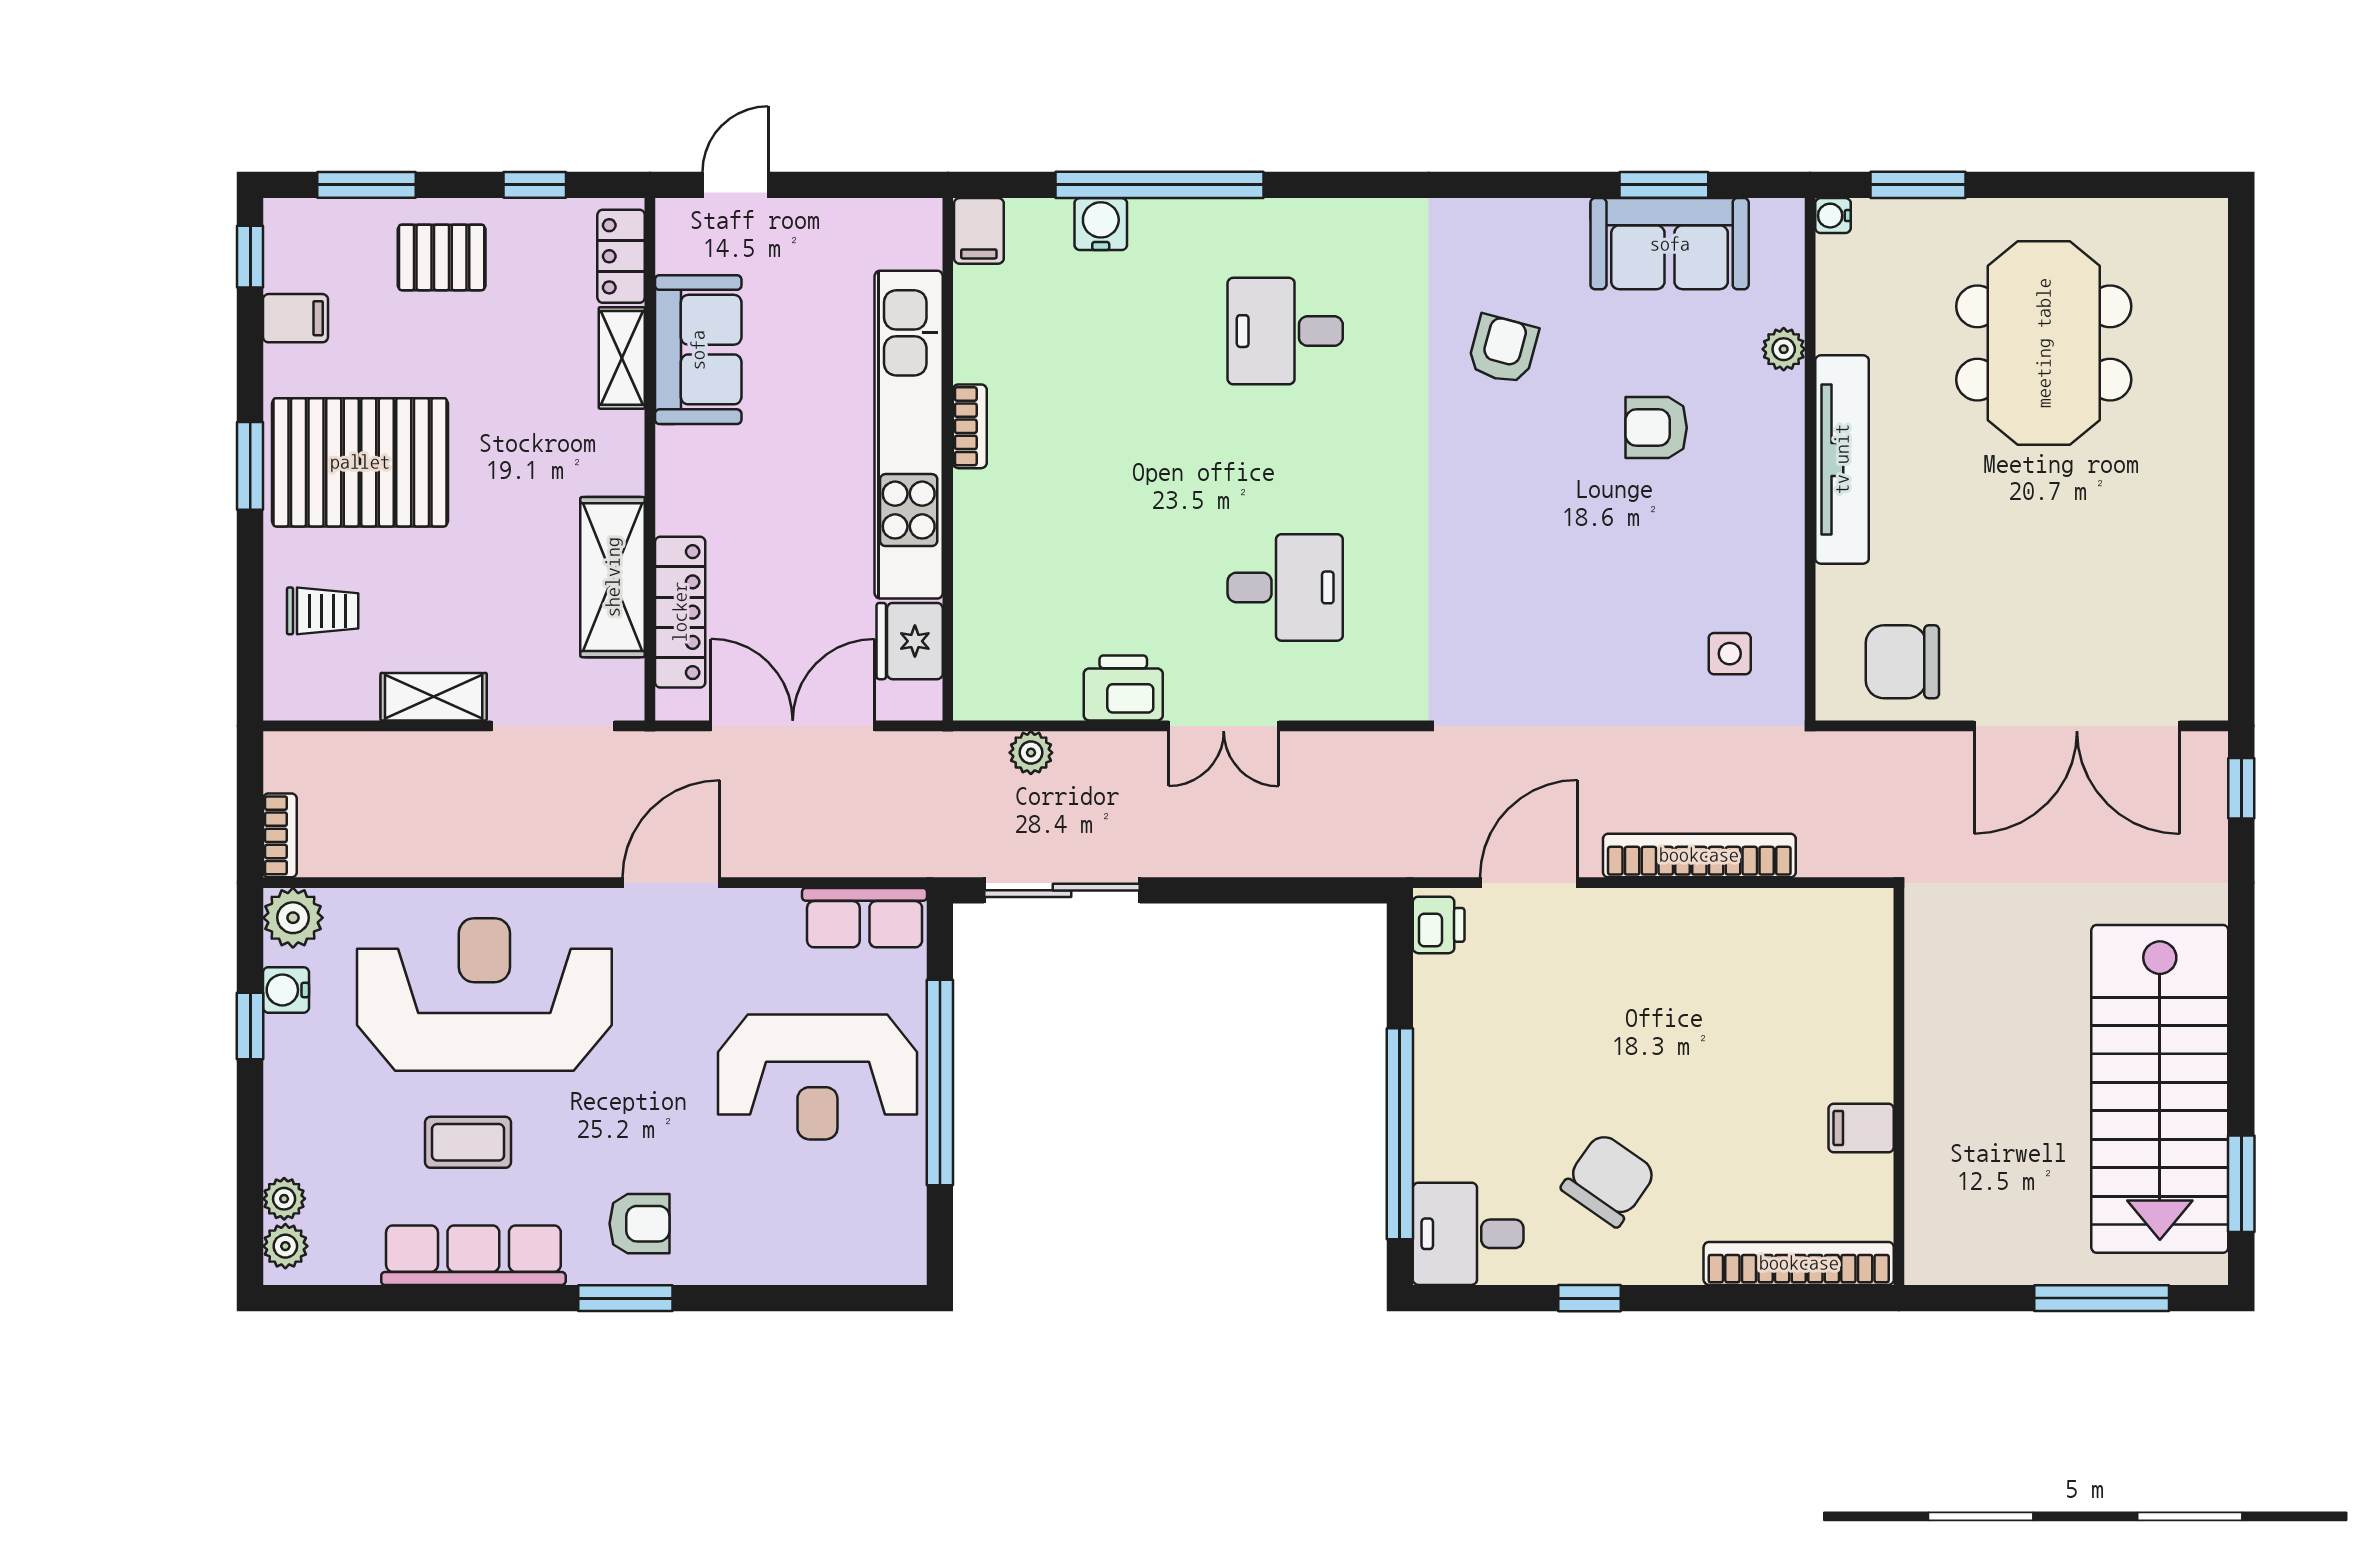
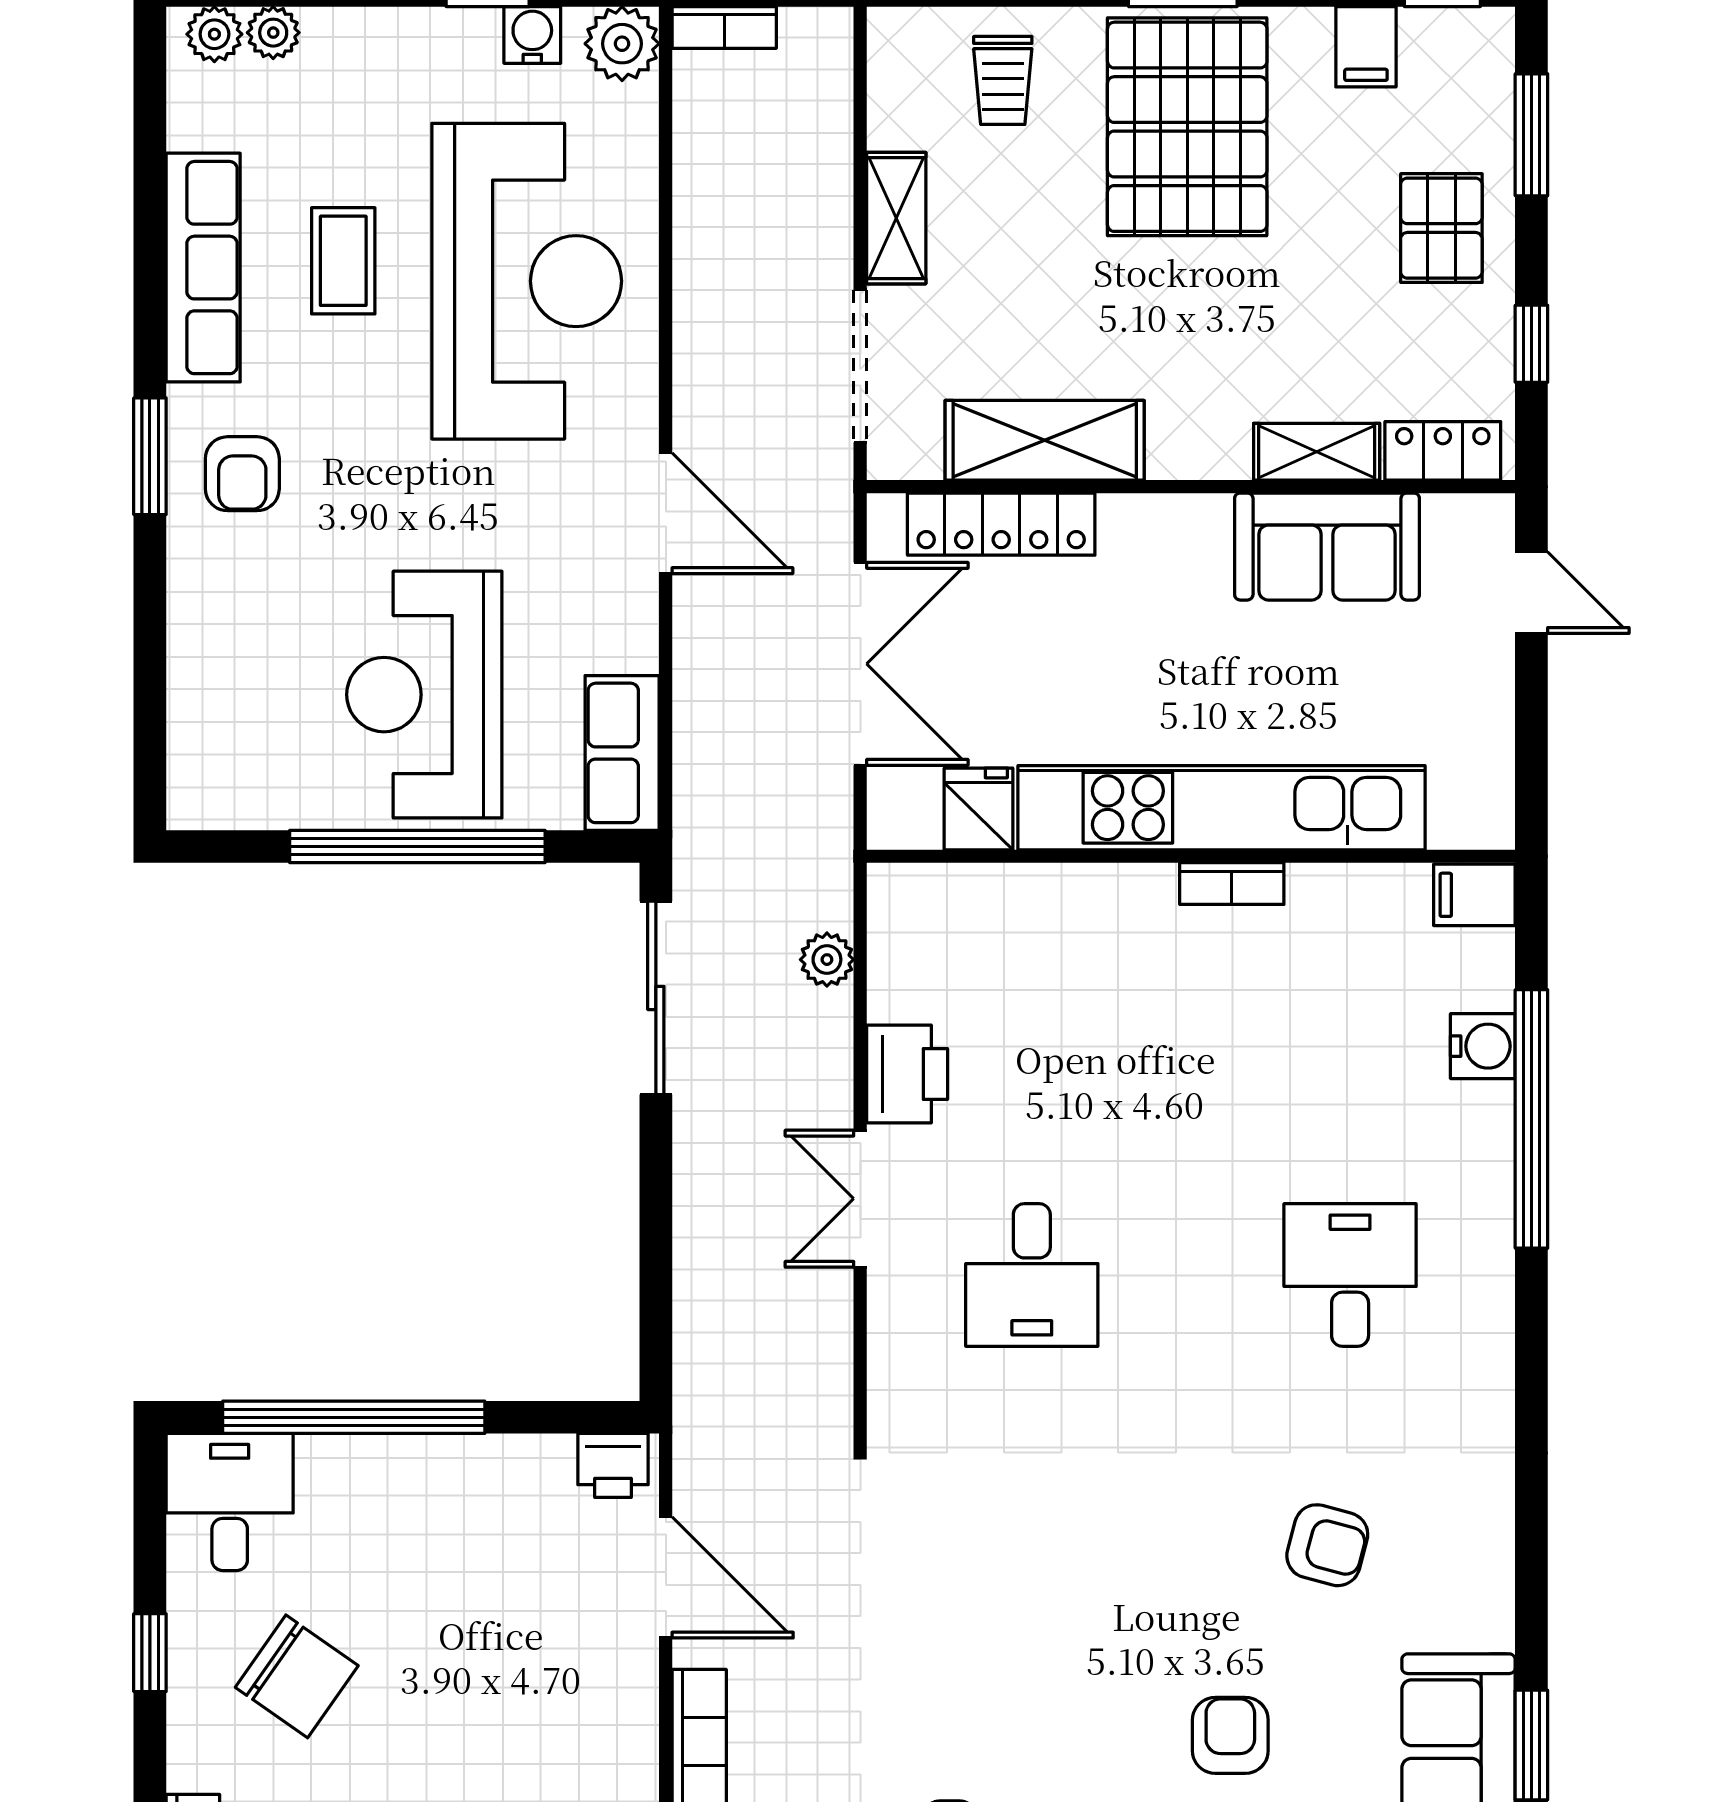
fridge: (910, 641) -> (979, 809), width x0.72

